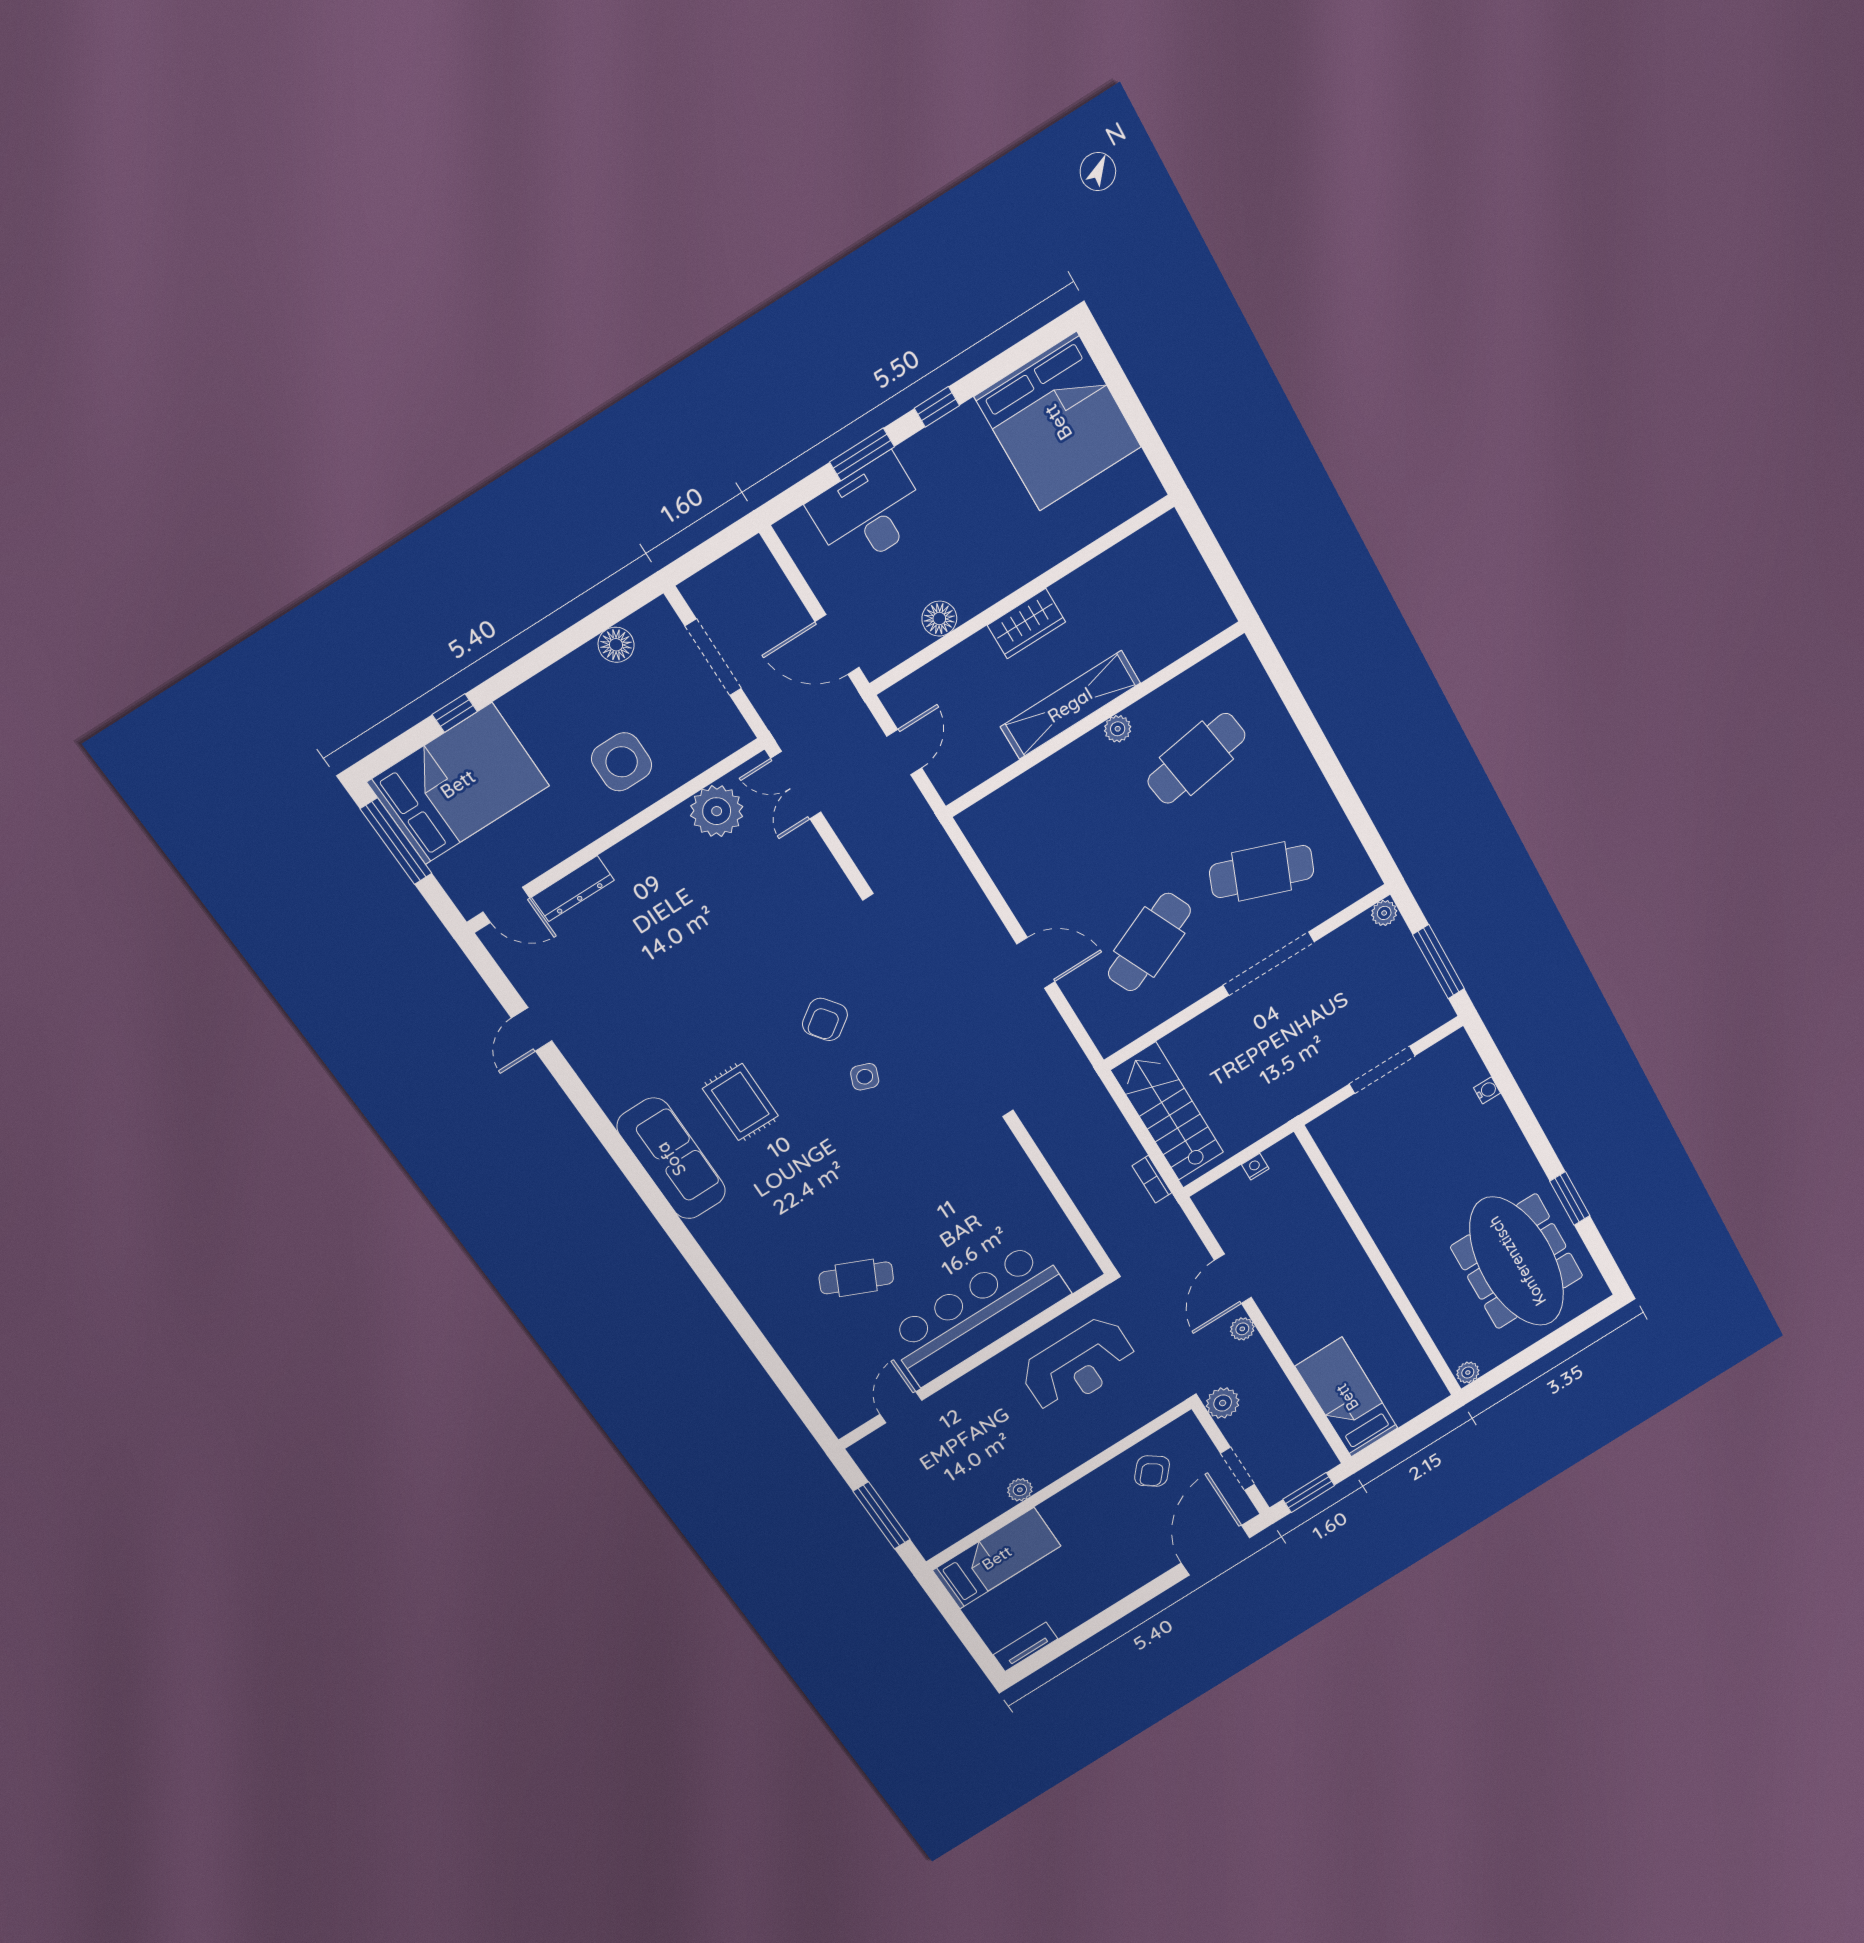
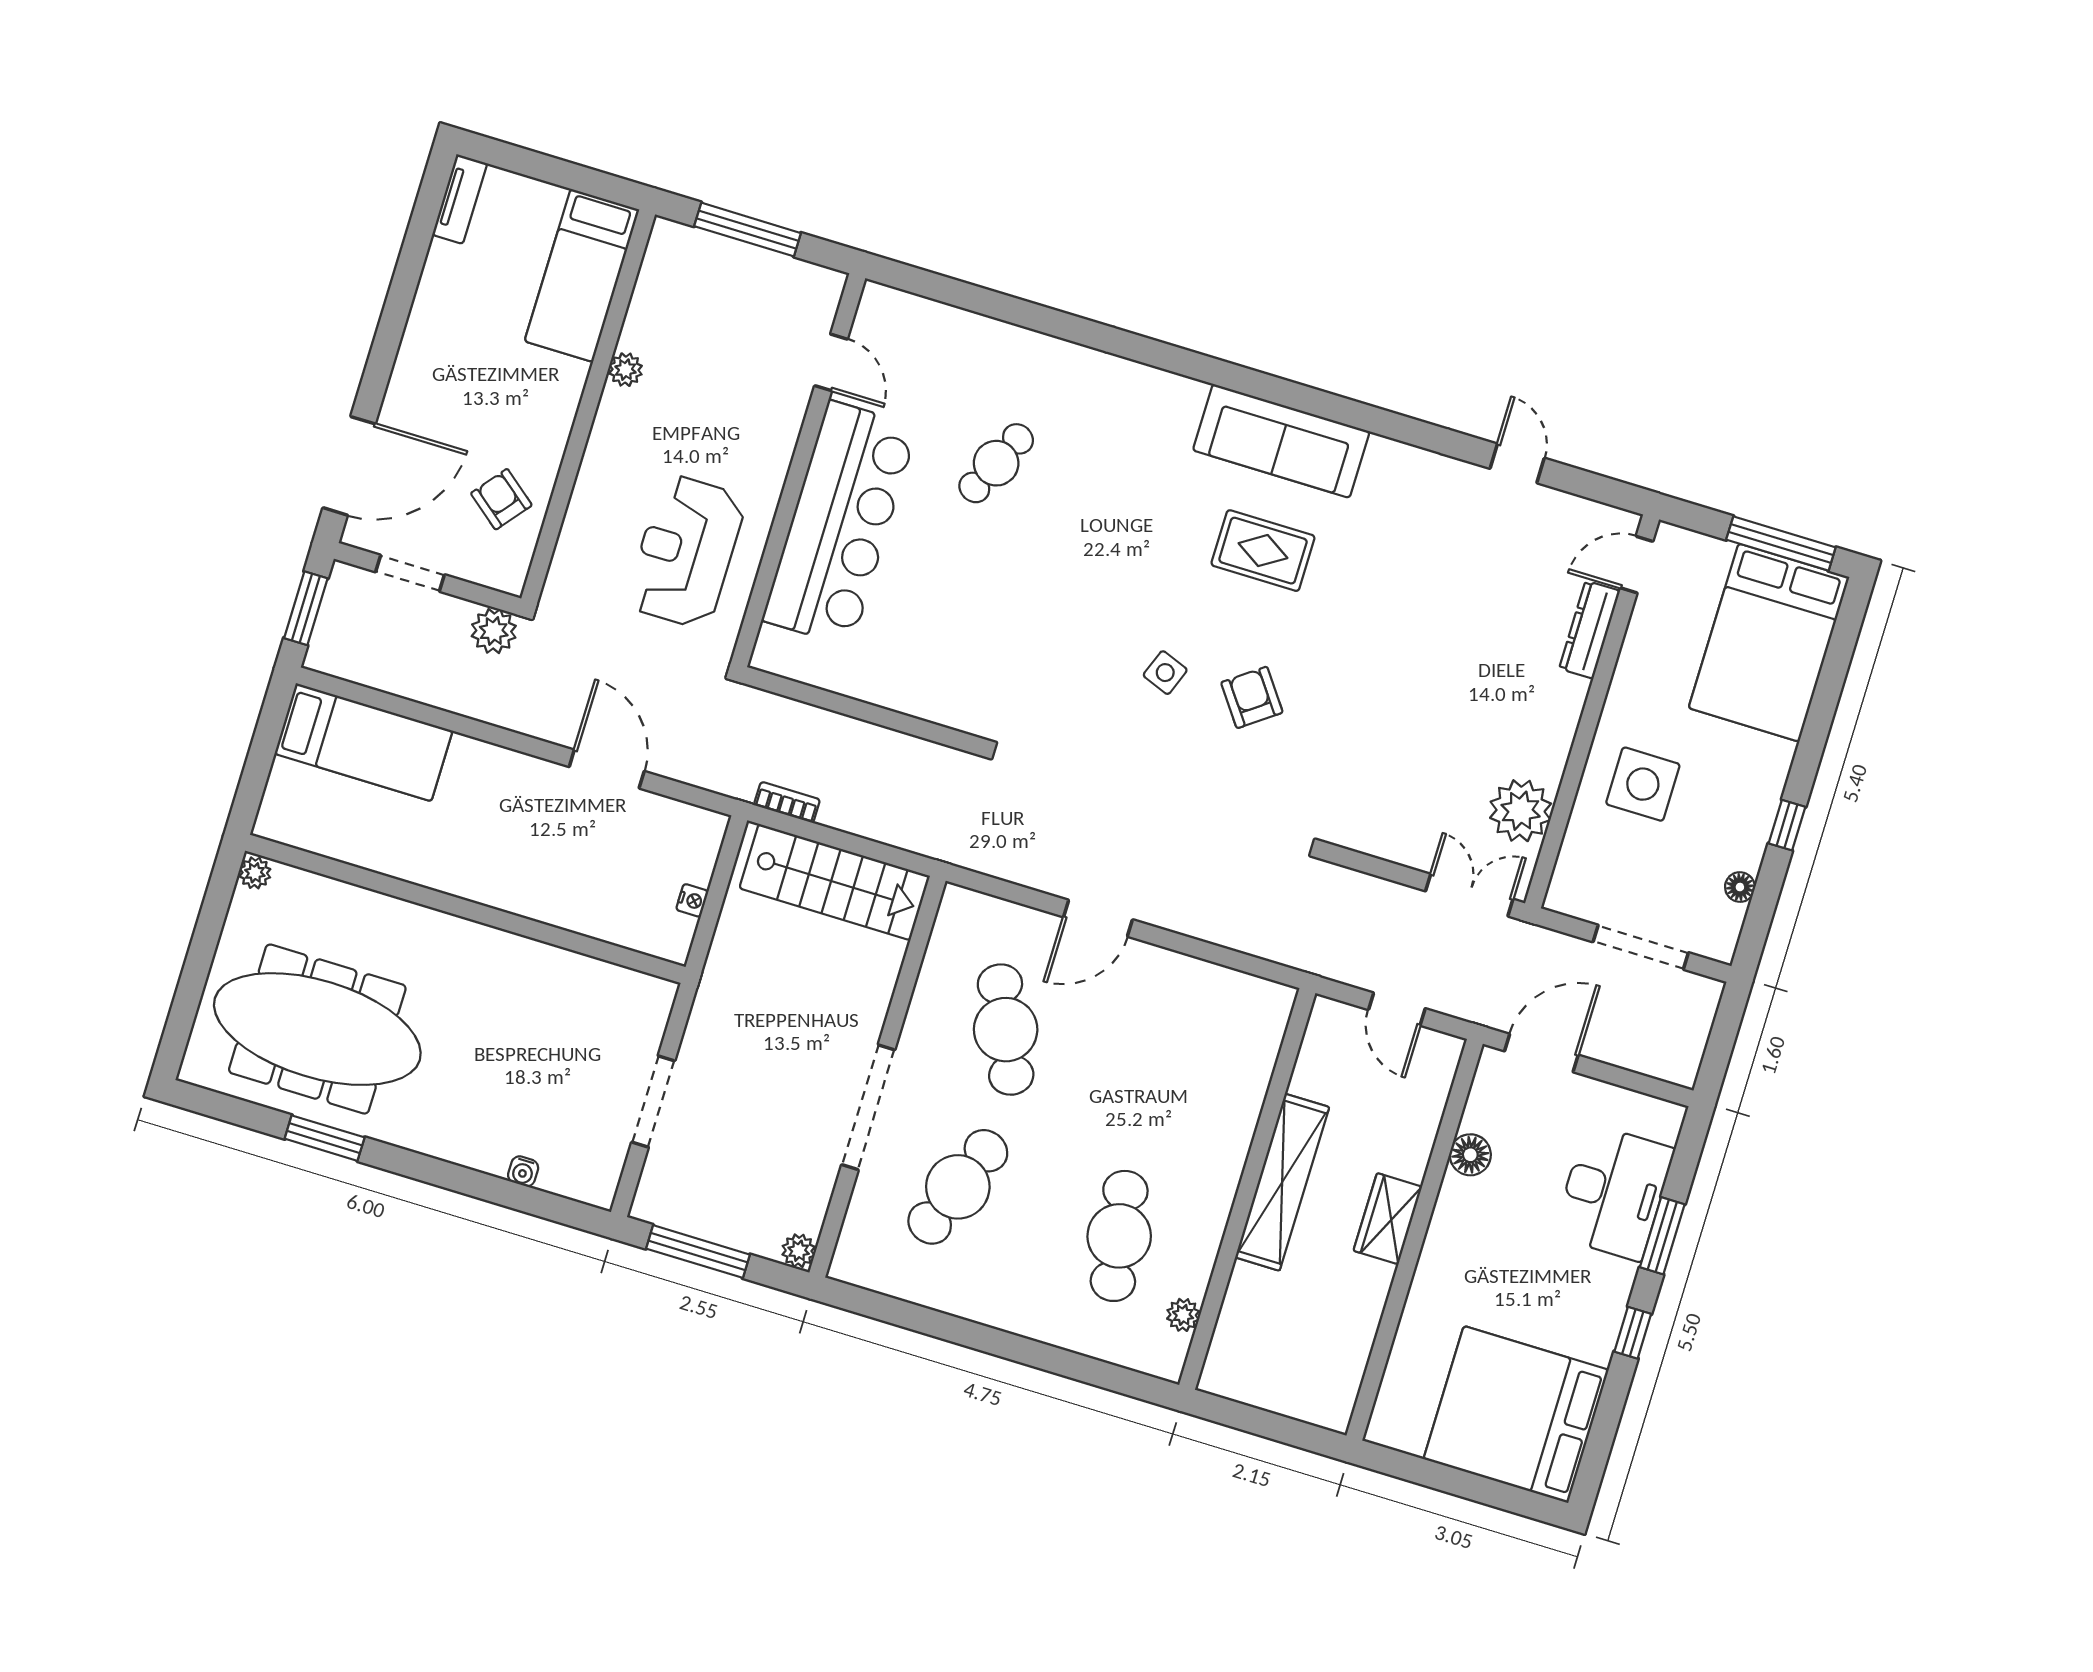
floor lamp: (616, 645) -> (1740, 887), width x0.73, depth x0.73
window: (455, 713) -> (1787, 825), moved
plant: (1118, 729) -> (1183, 1315), moved
plant: (1242, 1329) -> (547, 725), removed
door: (1215, 1550) -> (349, 466), hinge flipped

